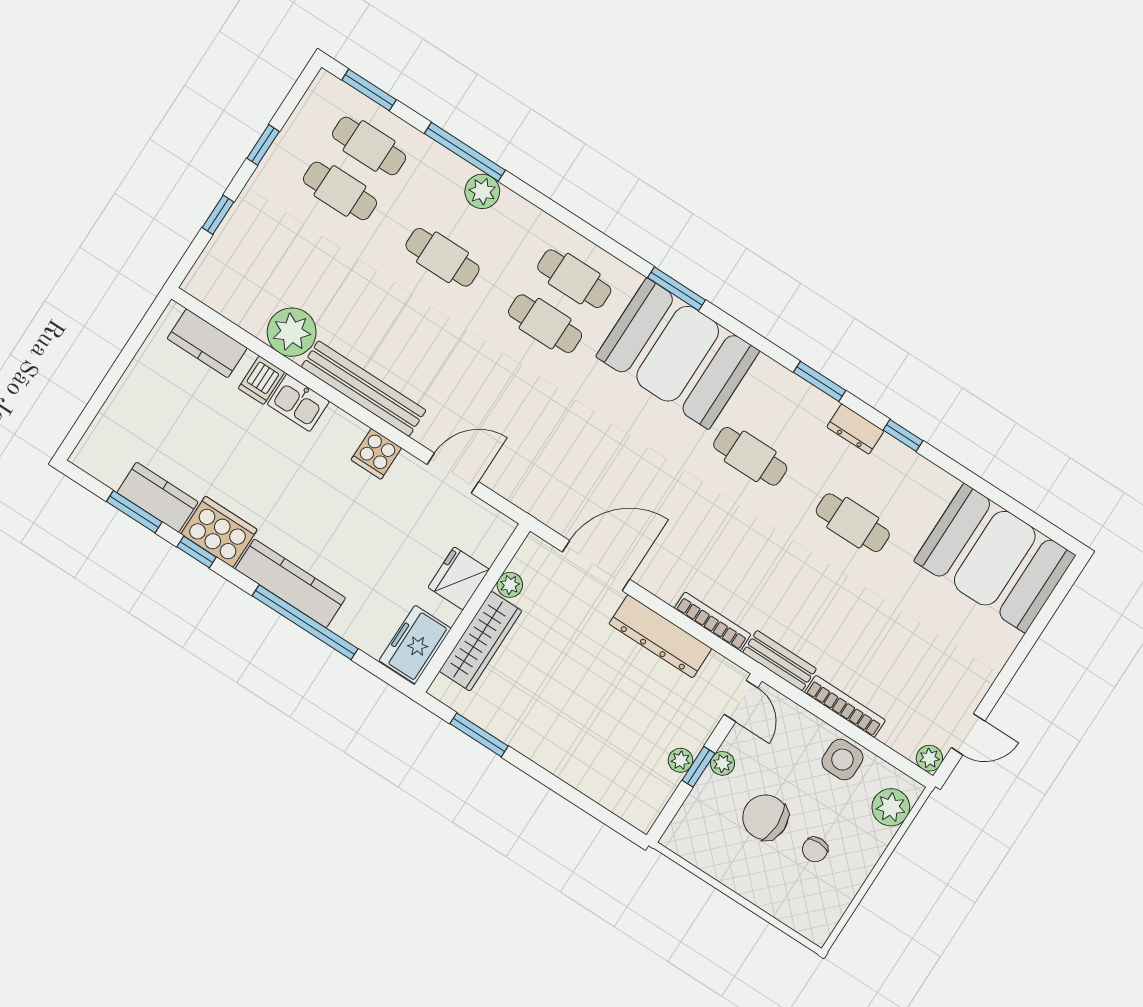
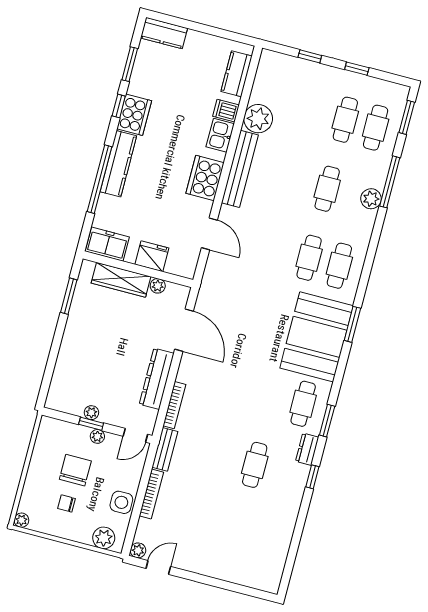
cooker: (376, 454) -> (205, 178), width x1.87, depth x1.31
cafe table: (750, 456) -> (303, 404), moved
kitchen counter: (158, 497) -> (164, 33), moved, turned 90
booth: (995, 558) -> (261, 550), removed
door: (968, 734) -> (158, 567), swing flipped
plant: (818, 932) -> (21, 520), added

